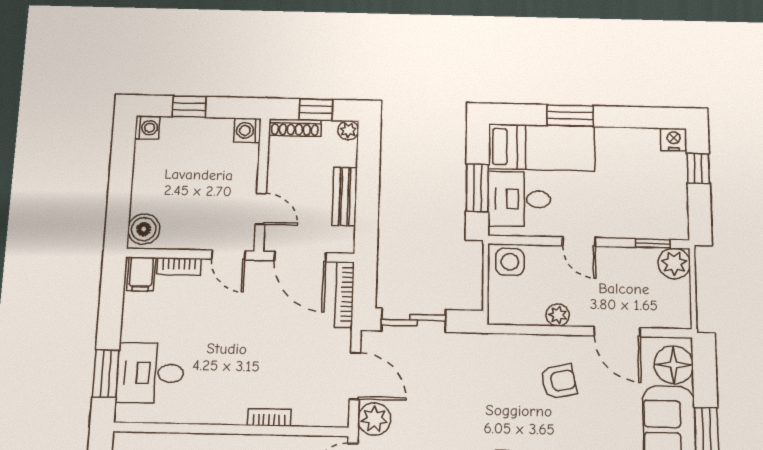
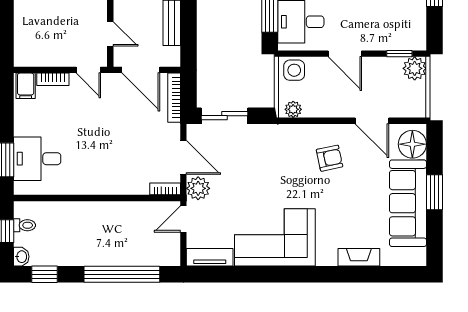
boiler: (144, 229) -> (25, 52), removed
door: (579, 242) -> (345, 54), width x1.37
plant: (558, 315) -> (293, 109), moved
bookcase: (269, 417) -> (165, 189), moved

